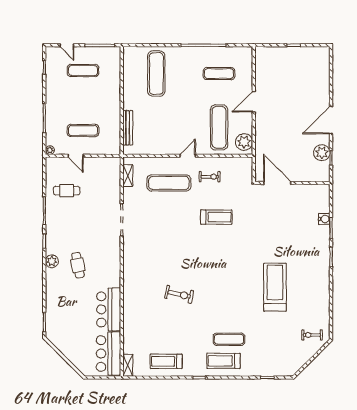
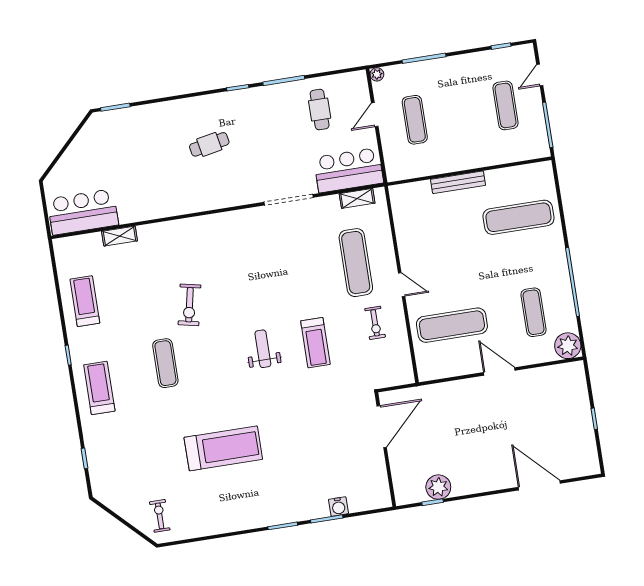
door: (331, 120) -> (539, 485), moved
bench: (128, 128) -> (458, 182), moved
plant: (244, 142) -> (568, 346), moved
weight bench: (215, 252) -> (263, 349), added
plant: (52, 261) -> (209, 104), removed
bar counter: (109, 309) -> (349, 170), moved
exercise mat: (229, 339) -> (165, 363), moved
shelving: (128, 365) -> (120, 236), moved

